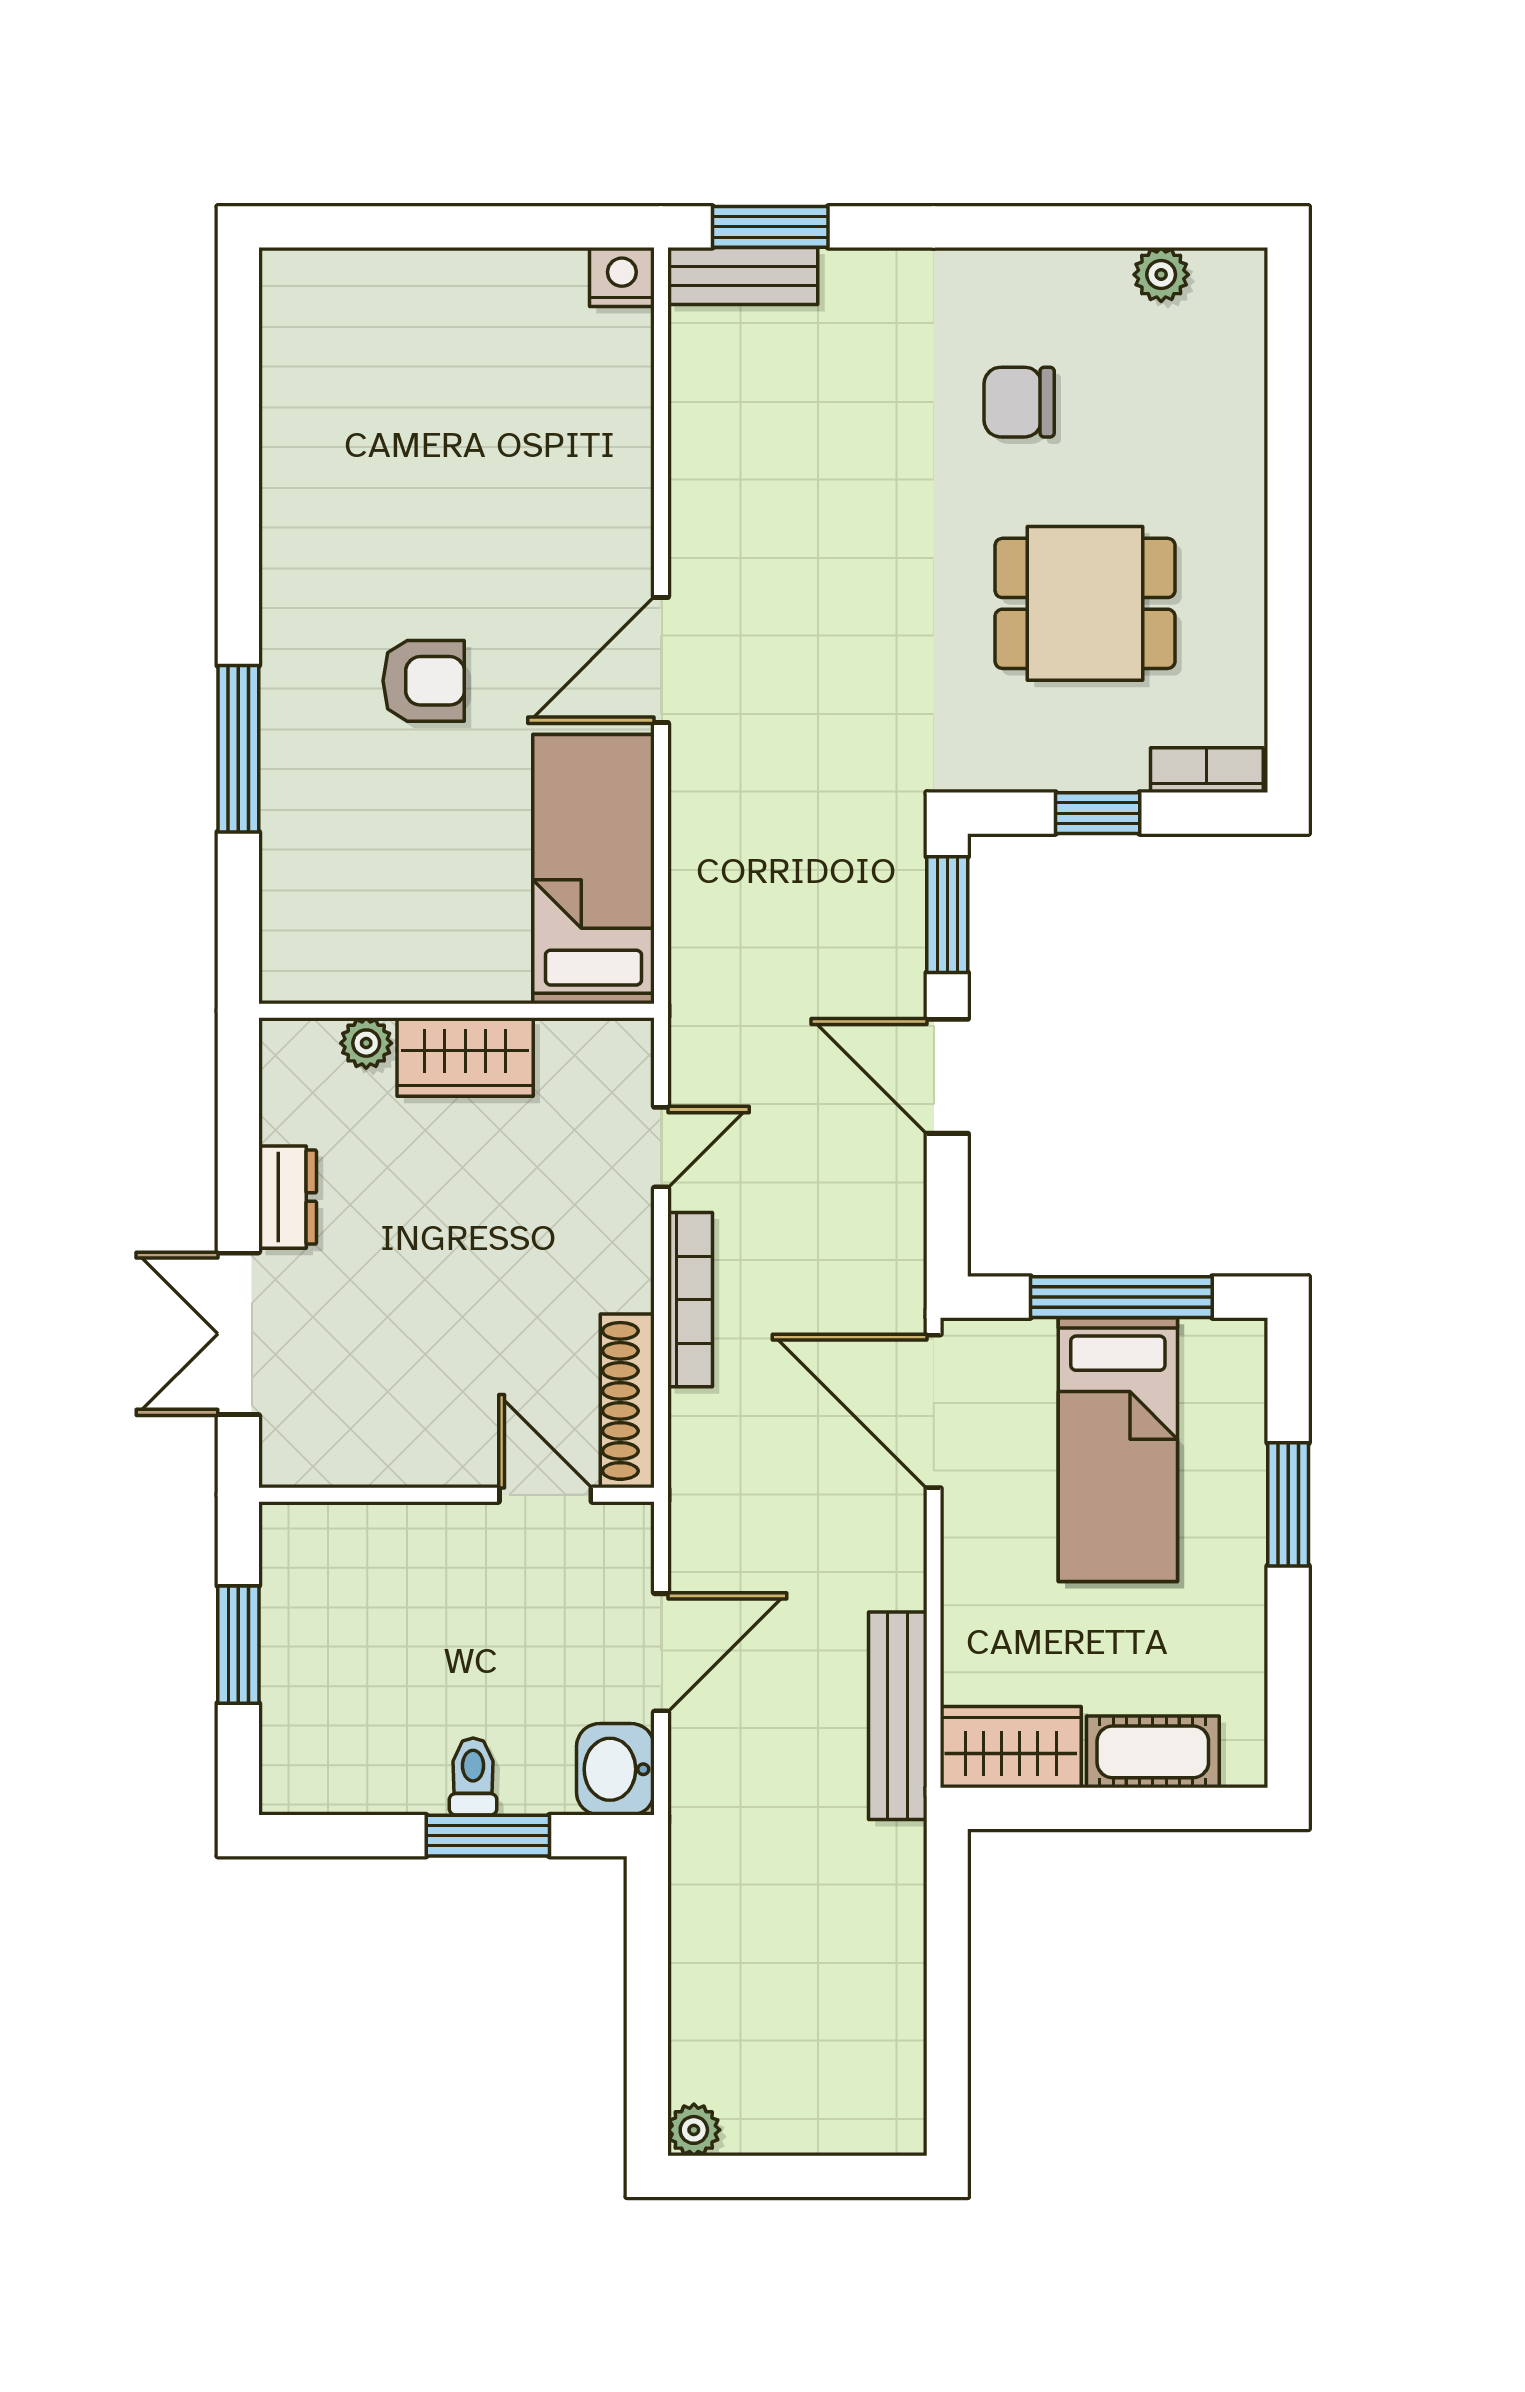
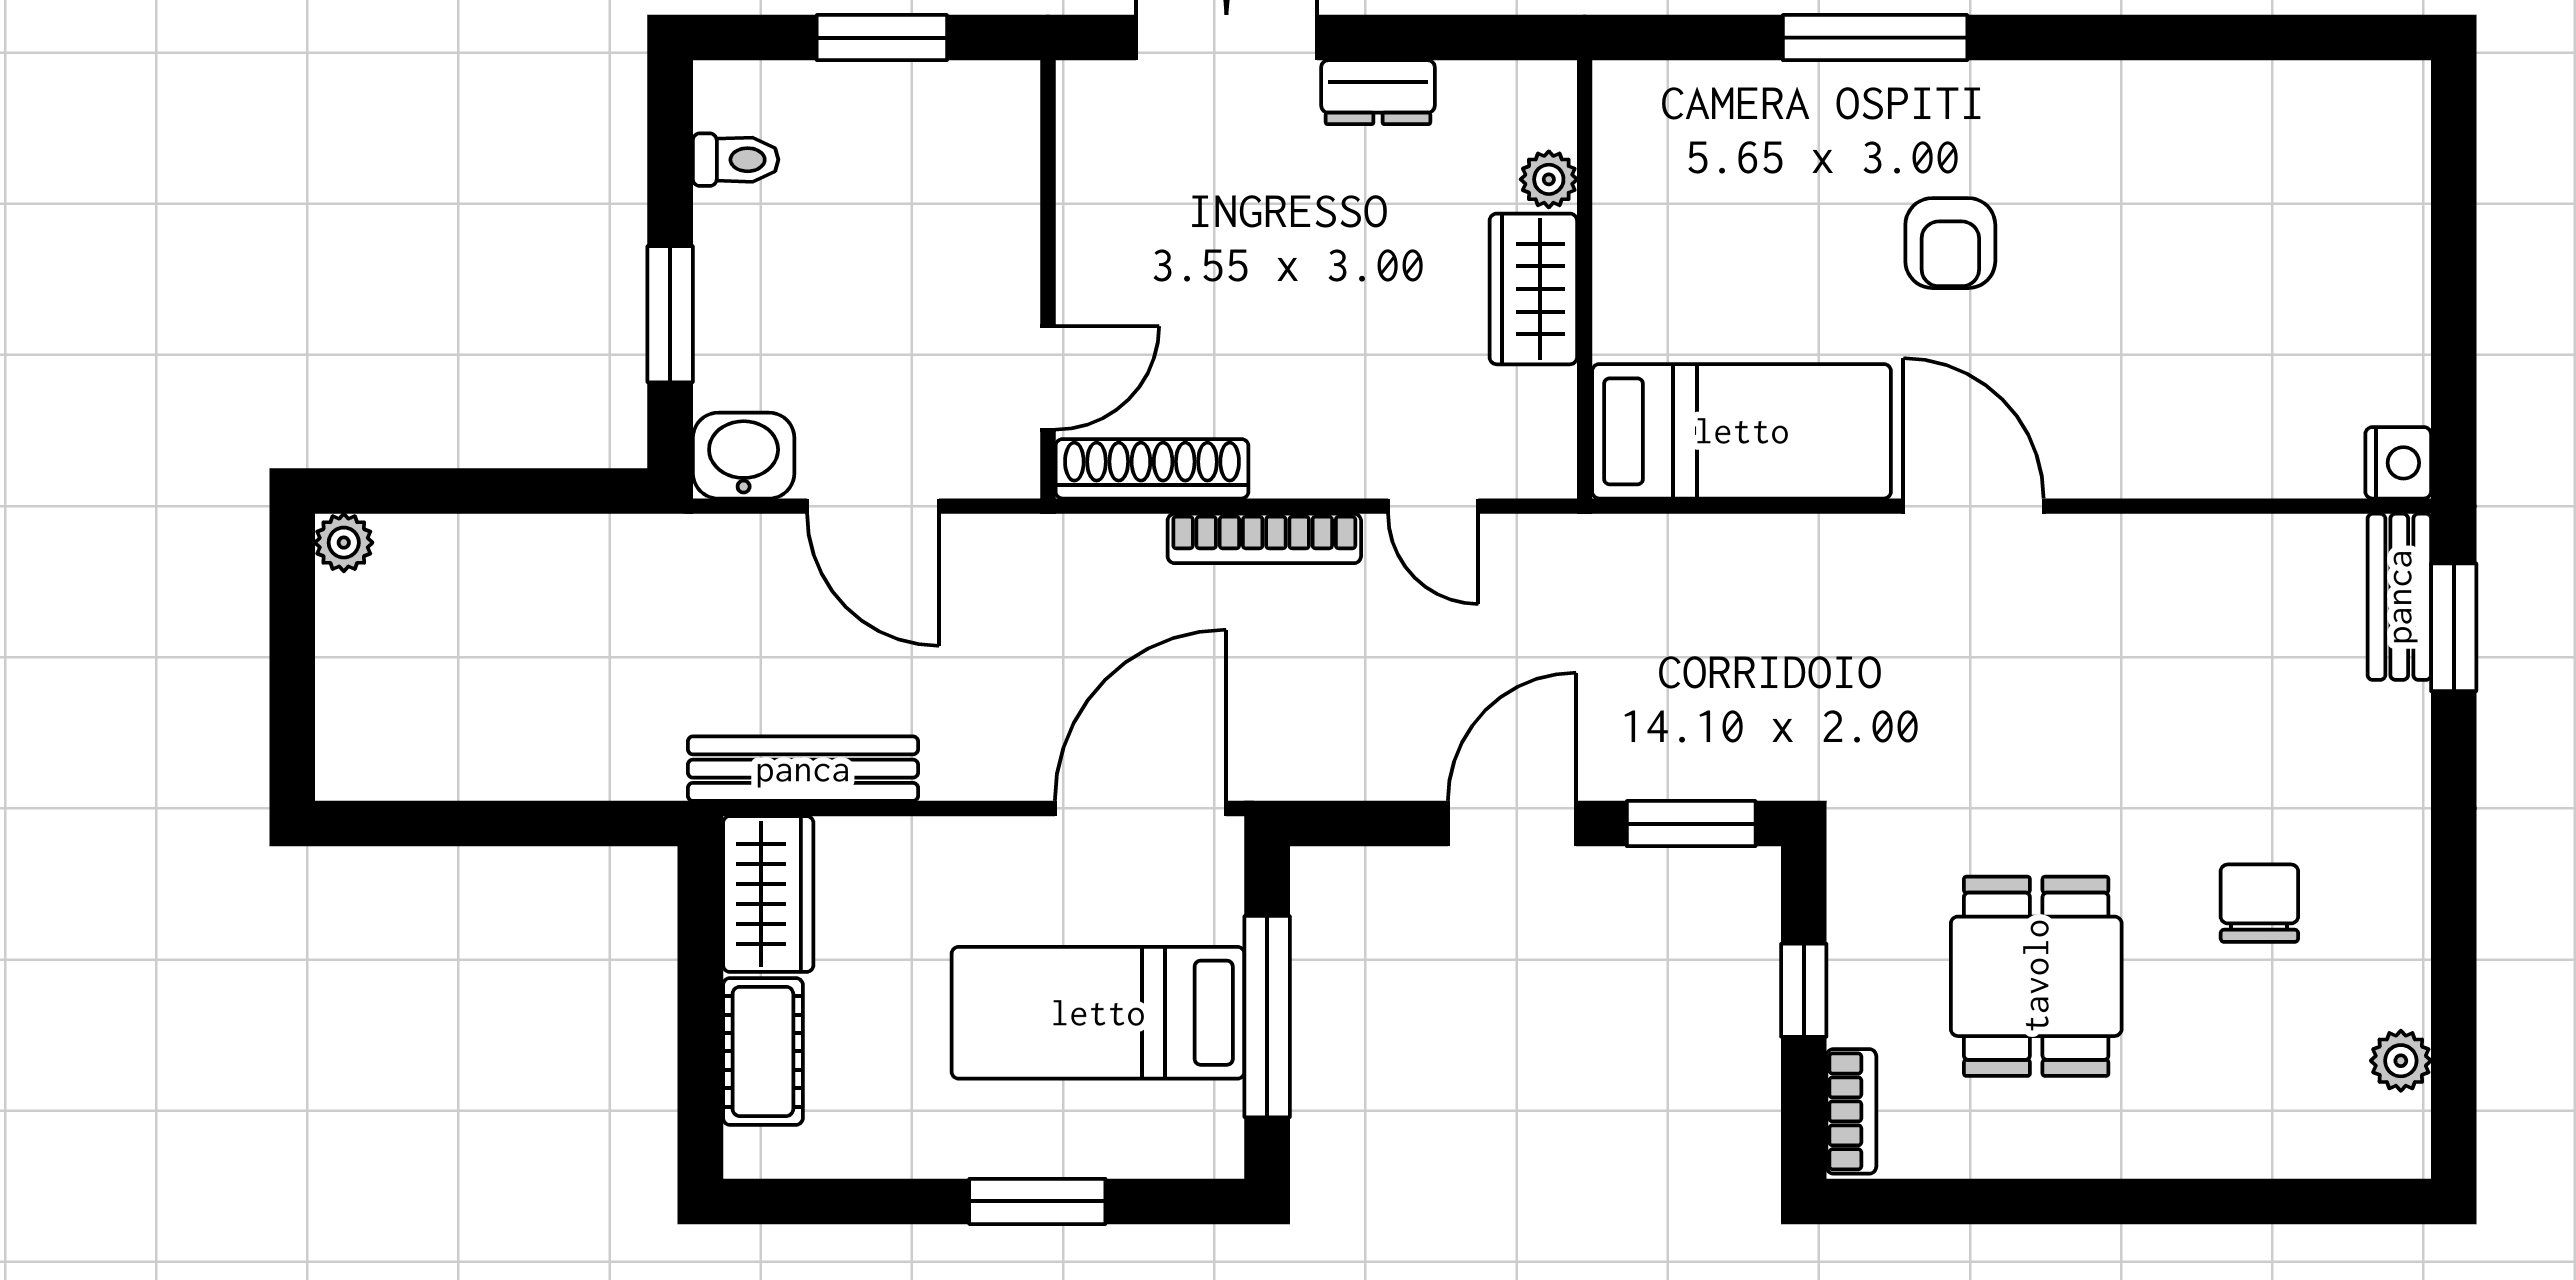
toilet: (473, 1776) -> (736, 160), moved

